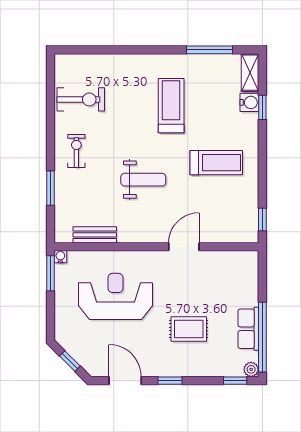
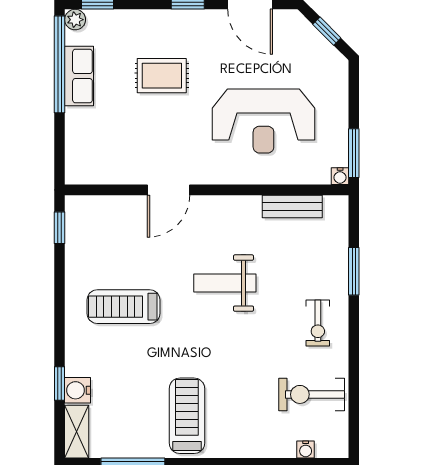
water cooler: (85, 60) -> (306, 450), added
treadmill: (171, 106) -> (187, 416), moved, turned 180

